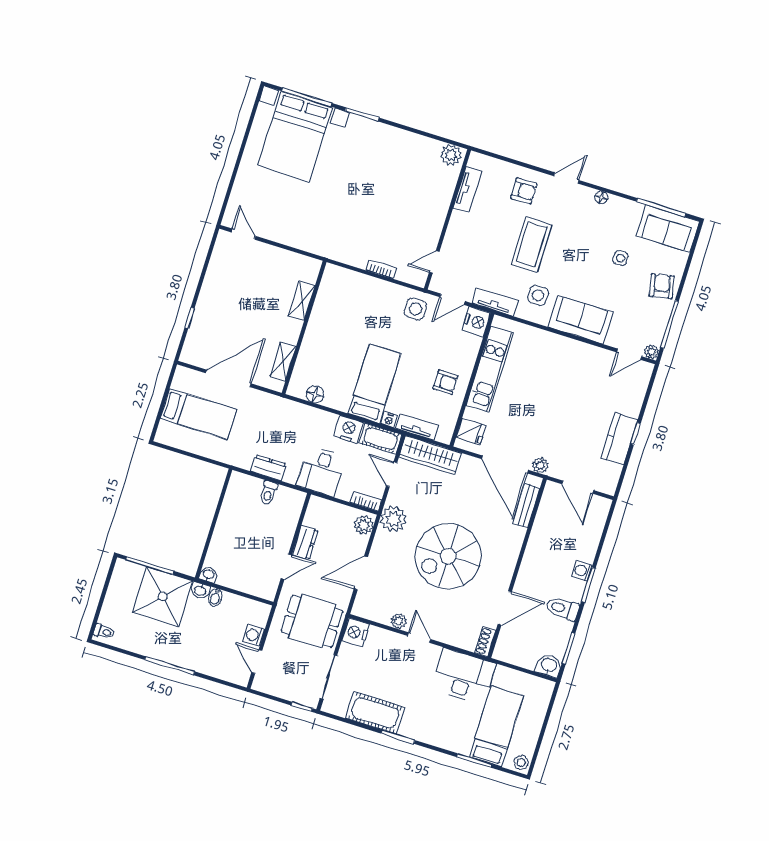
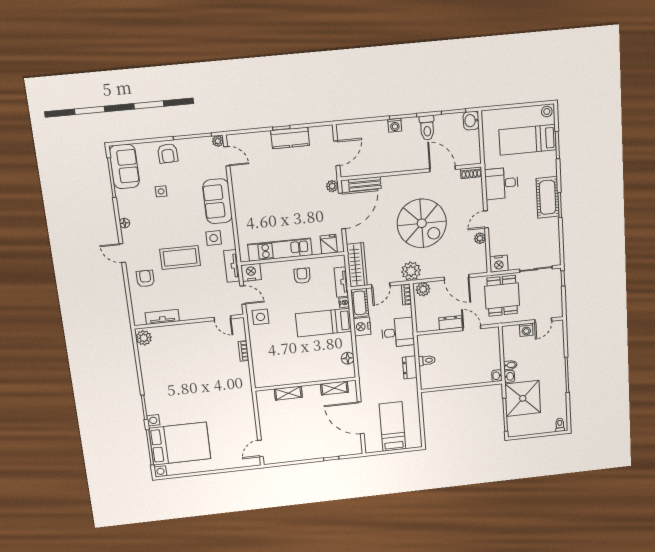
armchair: (662, 286) -> (168, 153), turned -81
desk: (463, 676) -> (502, 183), width x0.73
cot: (375, 713) -> (548, 197), moved

